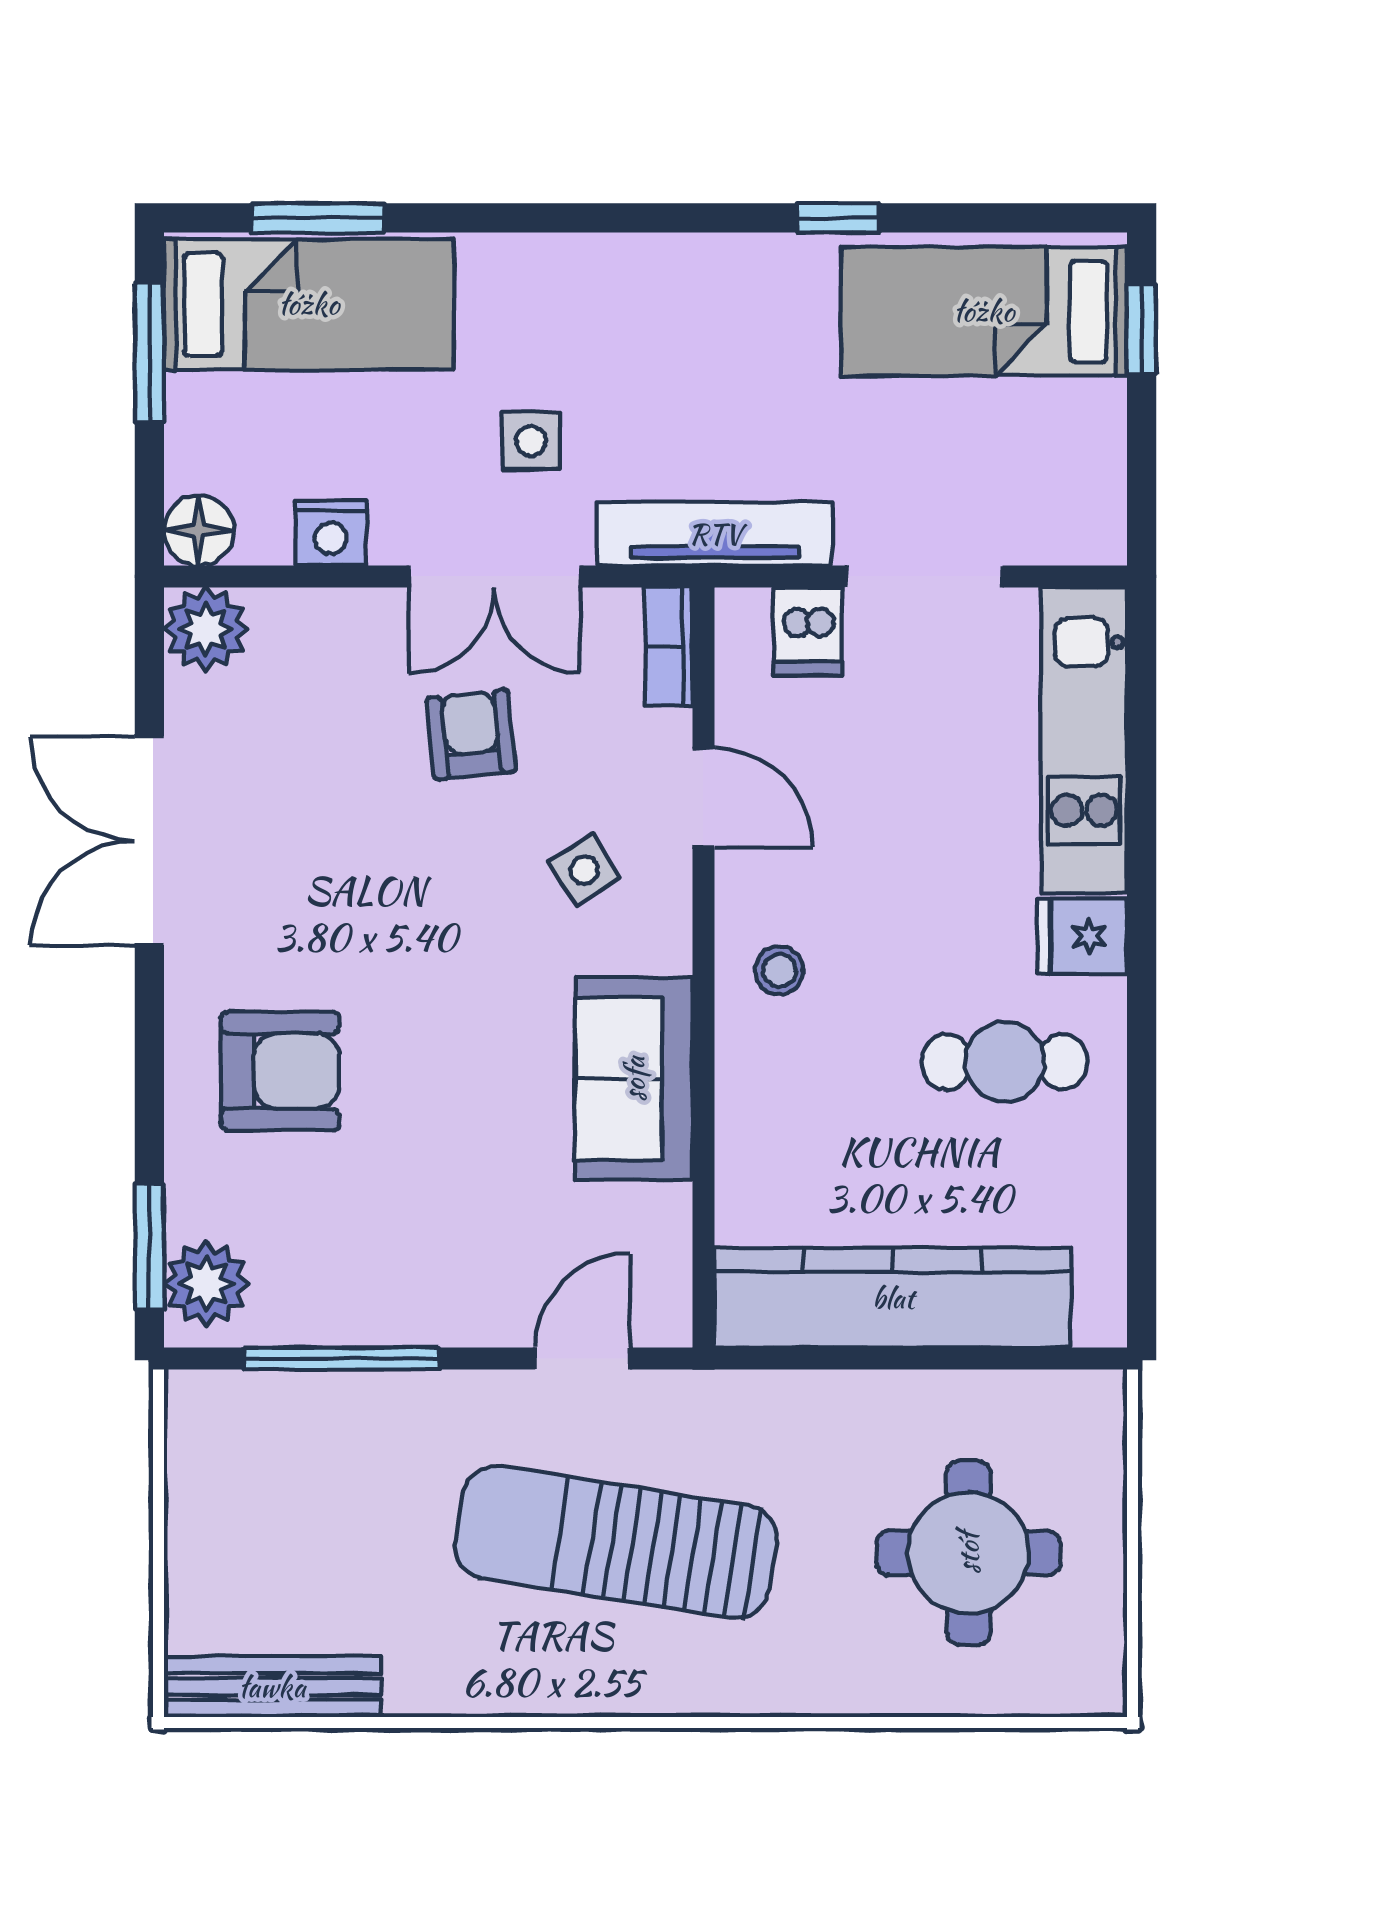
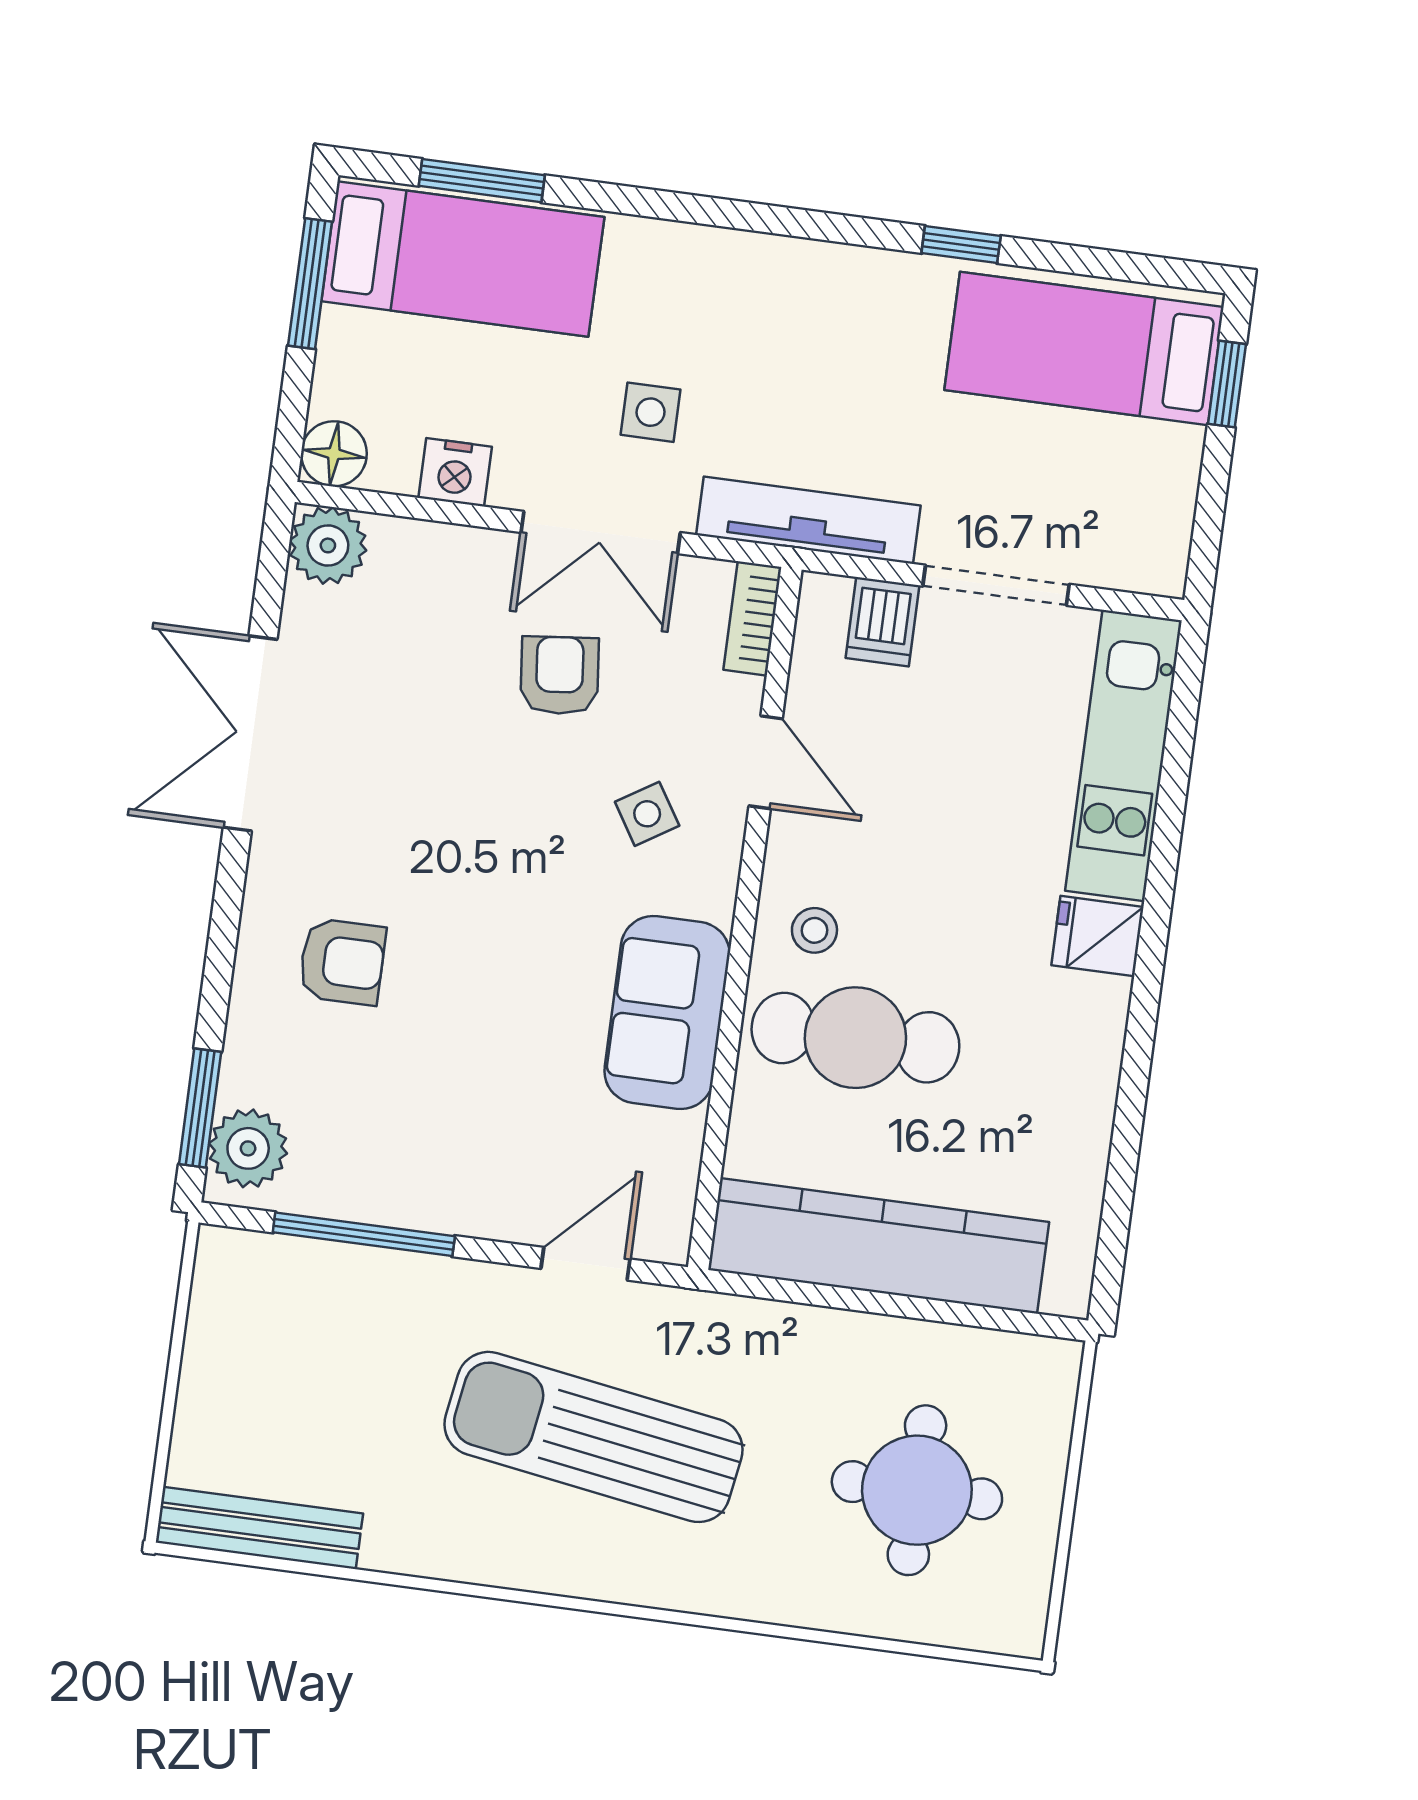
cafe table: (1005, 1062) -> (855, 1038), moved, width x1.37, depth x1.35
armchair: (280, 1071) -> (342, 962), width x0.72, depth x0.72

